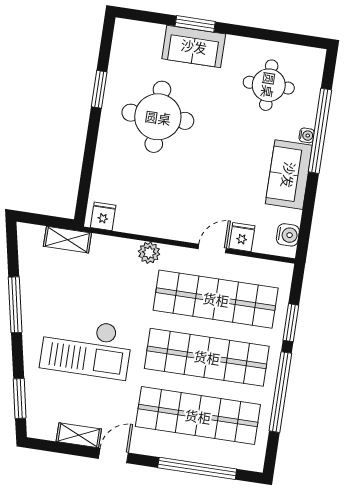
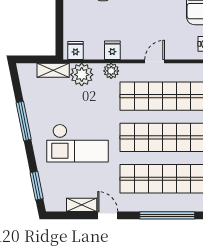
fridge: (242, 237) -> (112, 50), moved
plant: (107, 252) -> (82, 75), added
door: (113, 456) -> (108, 215), hinge flipped

